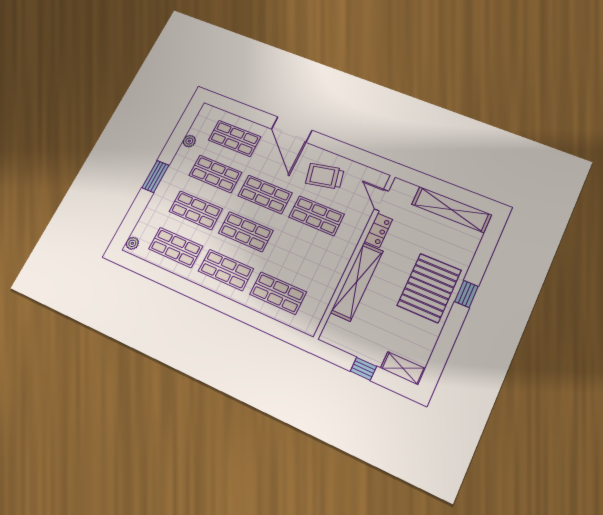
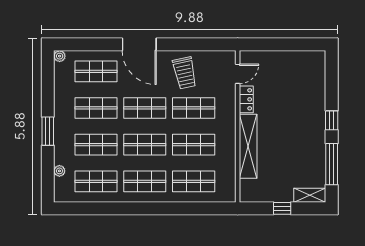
plant: (189, 141) -> (60, 56), moved
trolley: (325, 176) -> (185, 73), turned -90
door: (381, 200) -> (238, 74), swing flipped
shelving: (451, 209) -> (294, 59), removed
plant: (132, 243) -> (59, 171), moved
shop shelf: (297, 254) -> (194, 145), added
pallet: (429, 288) -> (303, 128), removed
window: (445, 344) -> (332, 164), added

